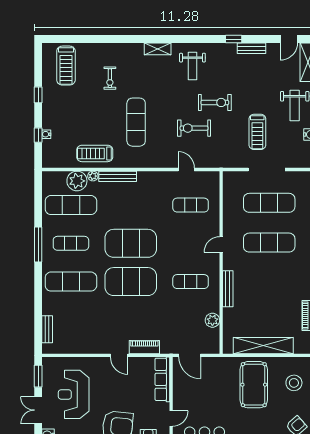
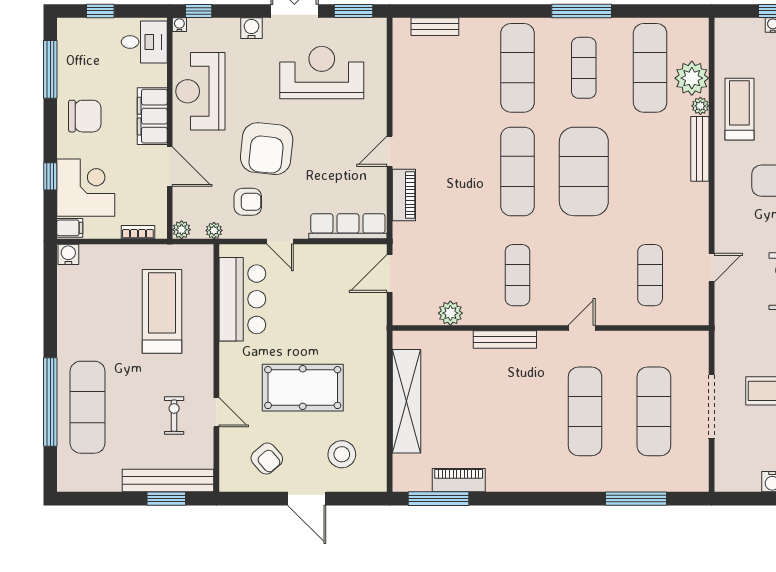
door: (221, 245) -> (582, 328), hinge flipped
exercise mat: (131, 282) -> (517, 171), width x0.68
pool table: (254, 385) -> (303, 388), moved

